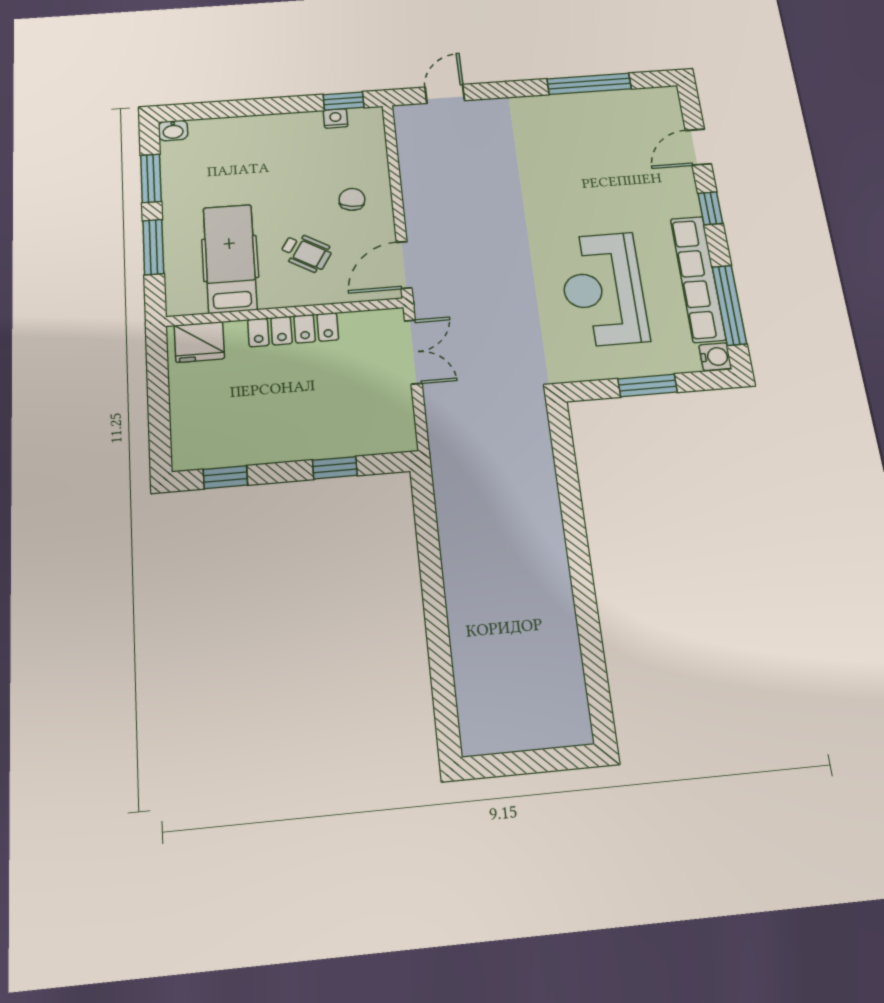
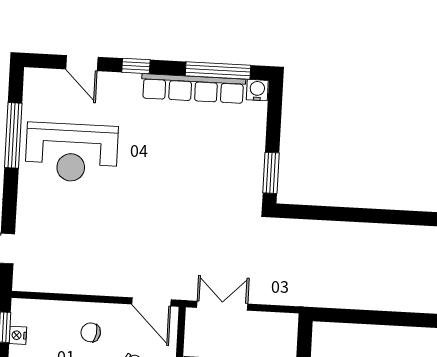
reception desk: (603, 289) -> (72, 153), moved
window: (648, 386) -> (271, 173), moved

